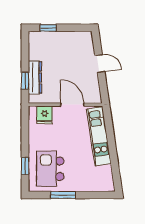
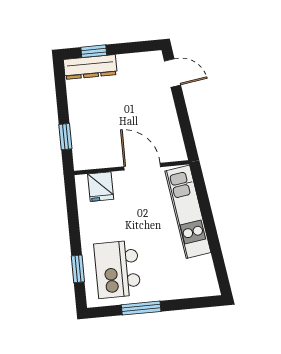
door: (100, 63) -> (173, 73), moved
dresser: (35, 77) -> (90, 67), moved, turned 90

